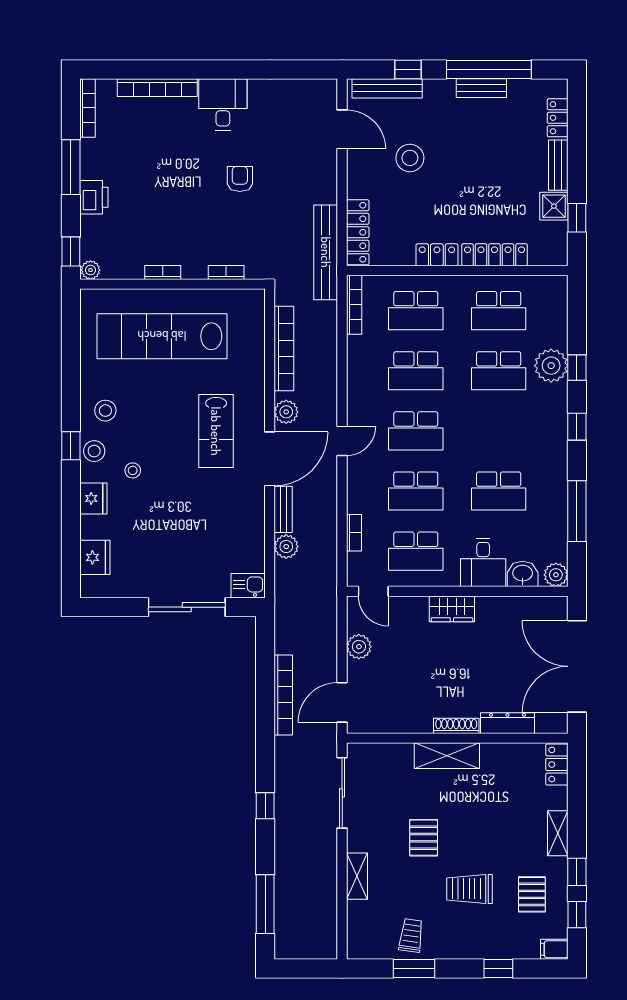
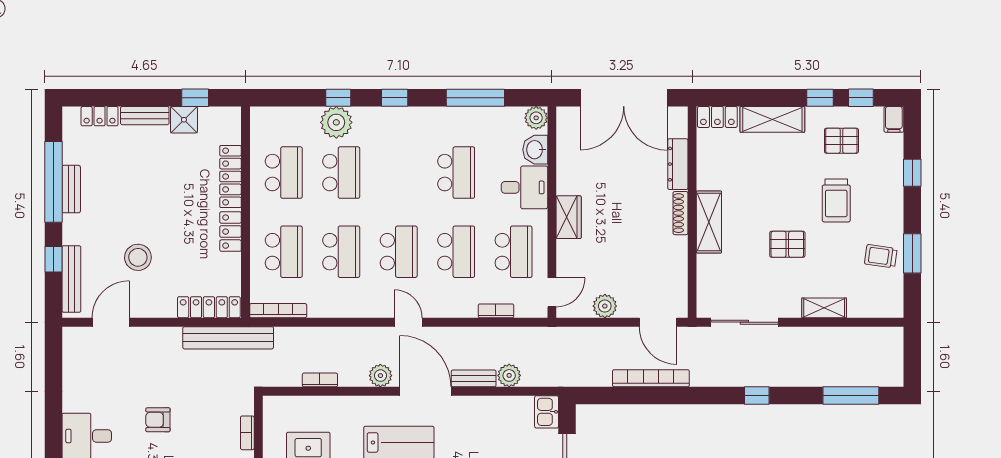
bookcase: (284, 348) -> (320, 380), width x0.43, depth x0.76
shelving: (558, 833) -> (772, 119), width x1.50, depth x1.33

